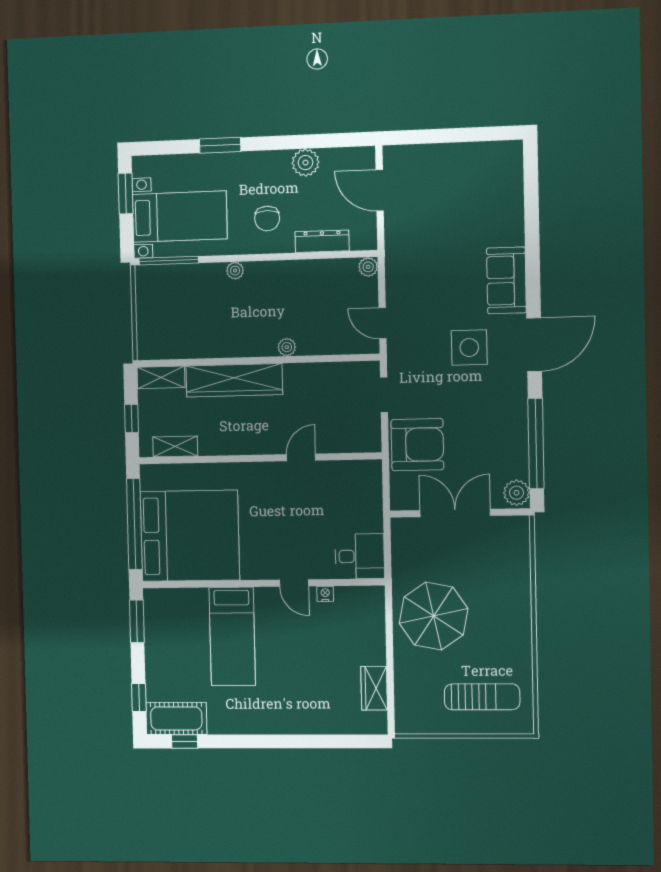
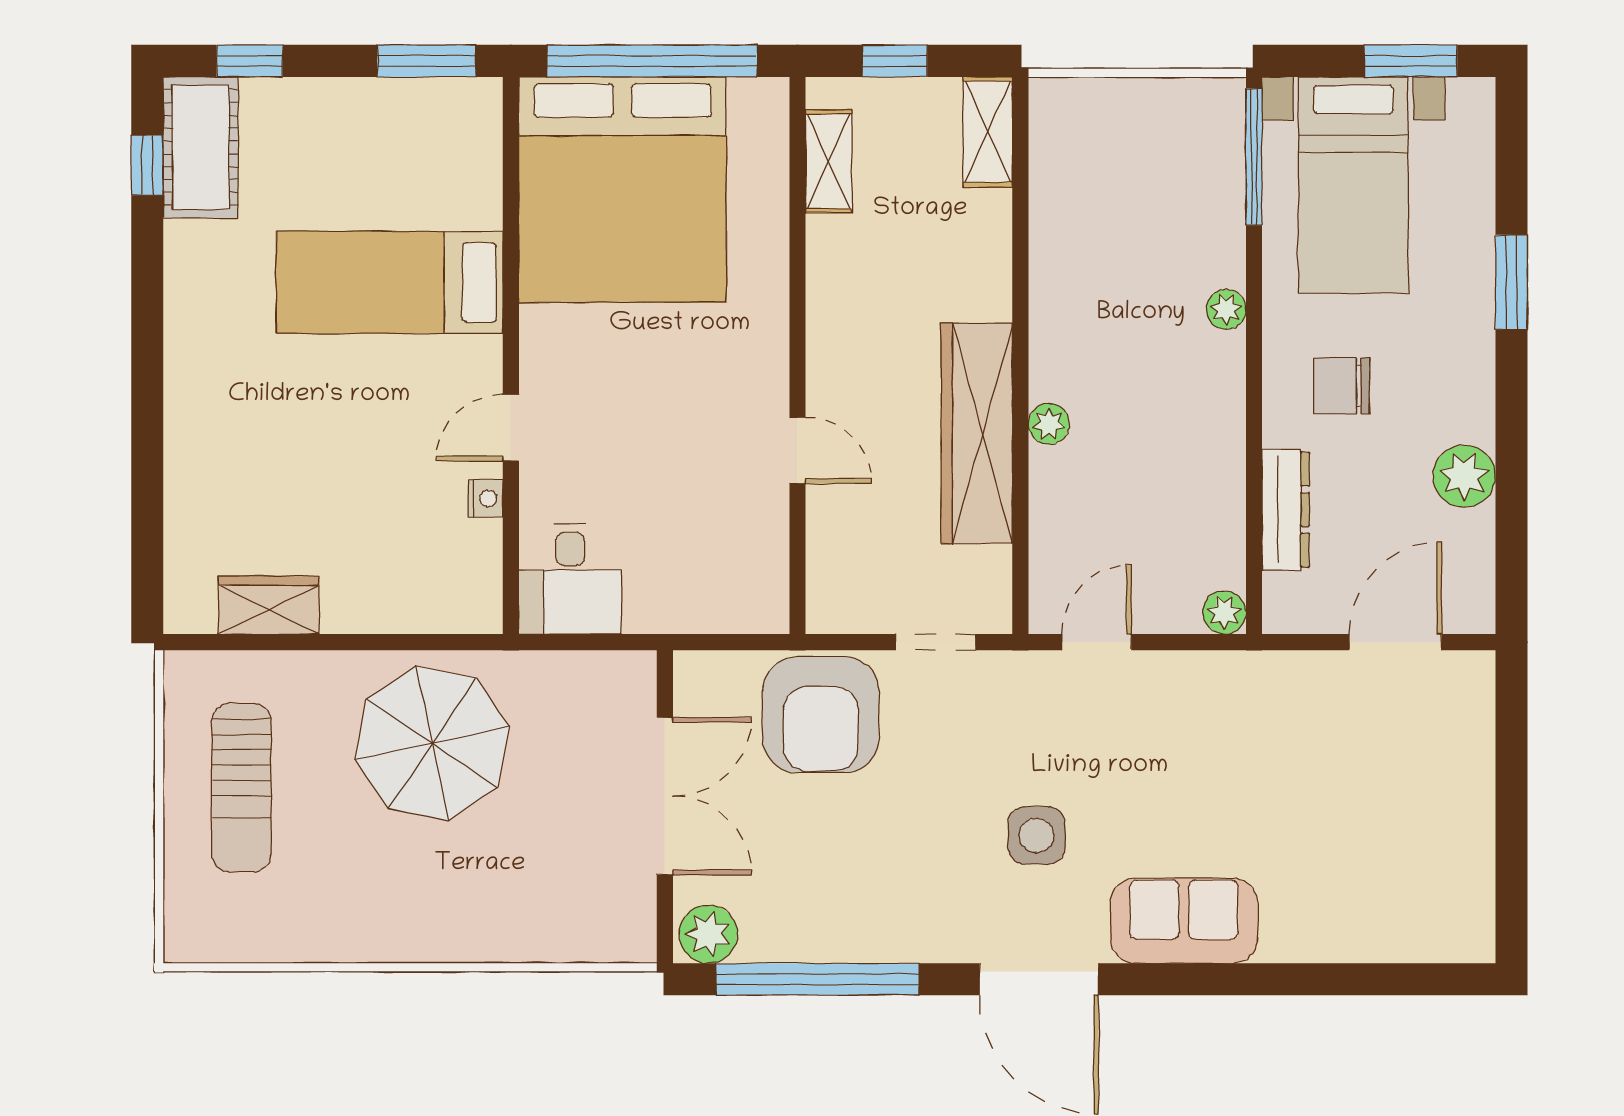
side table: (469, 348) -> (1036, 835), width x0.73, depth x0.73
wardrobe: (234, 380) -> (977, 433), moved
sun lounger: (482, 697) -> (242, 788), moved

